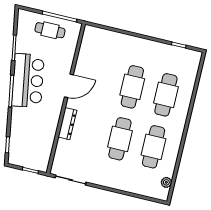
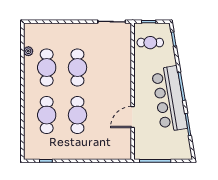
cafe table: (50, 30) -> (150, 43), moved
bar counter: (28, 80) -> (169, 99), width x1.36
door: (69, 86) -> (133, 117), moved
dresser: (67, 124) -> (126, 70), removed
plant: (166, 182) -> (28, 51), moved

